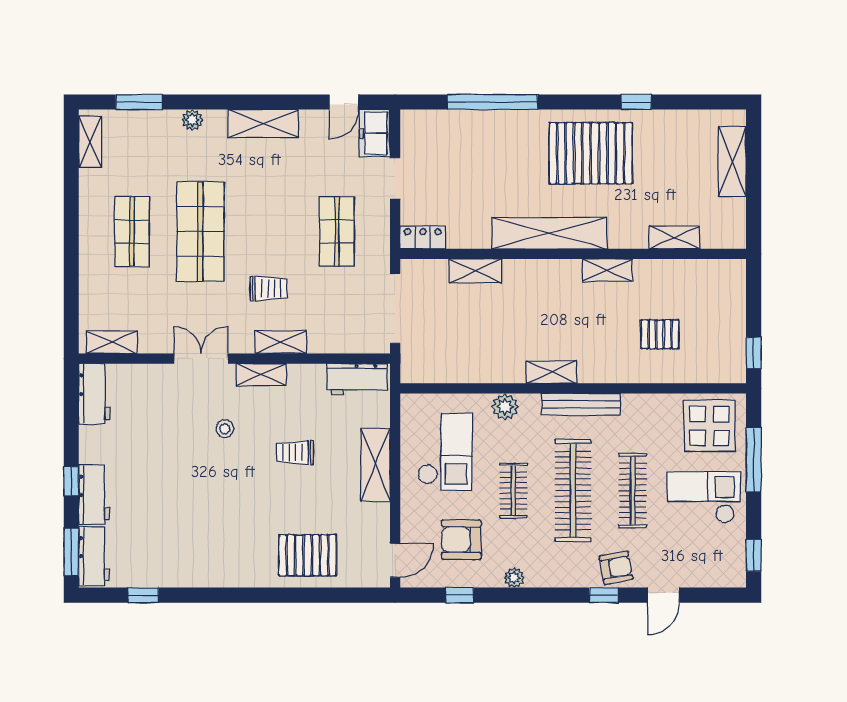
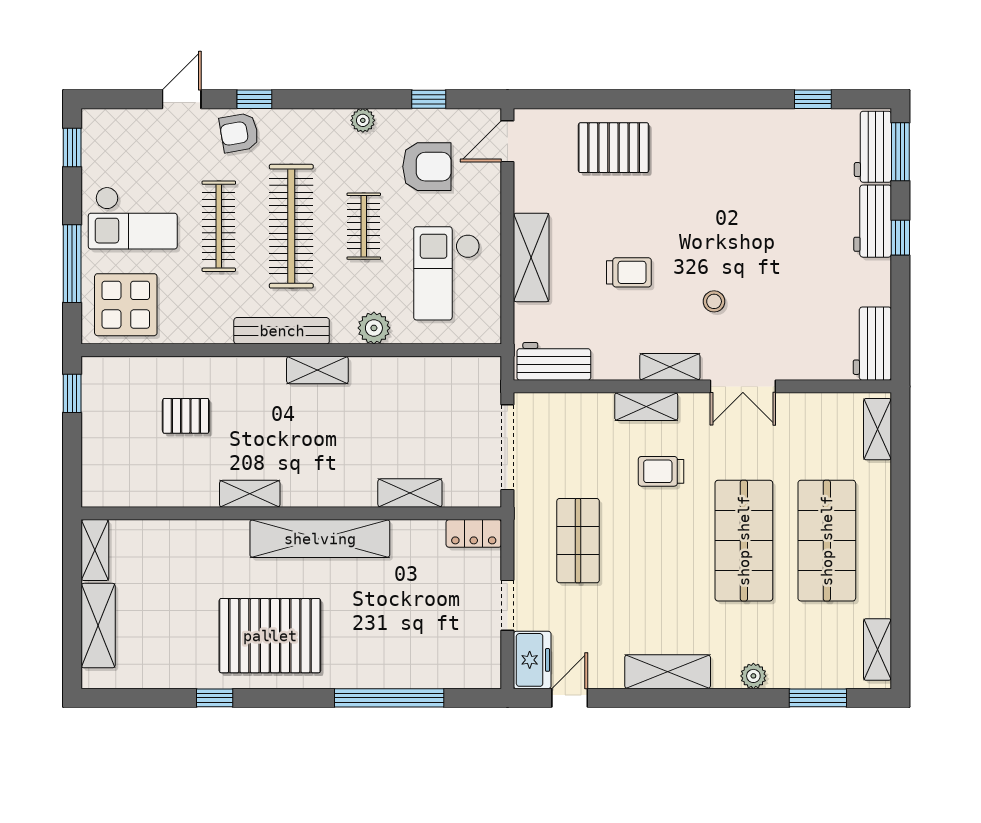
shop shelf: (132, 232) -> (827, 541), width x1.43, depth x1.36
shelving: (674, 238) -> (95, 550), moved, turned 90
shelving: (112, 342) -> (877, 429), moved, turned 90

